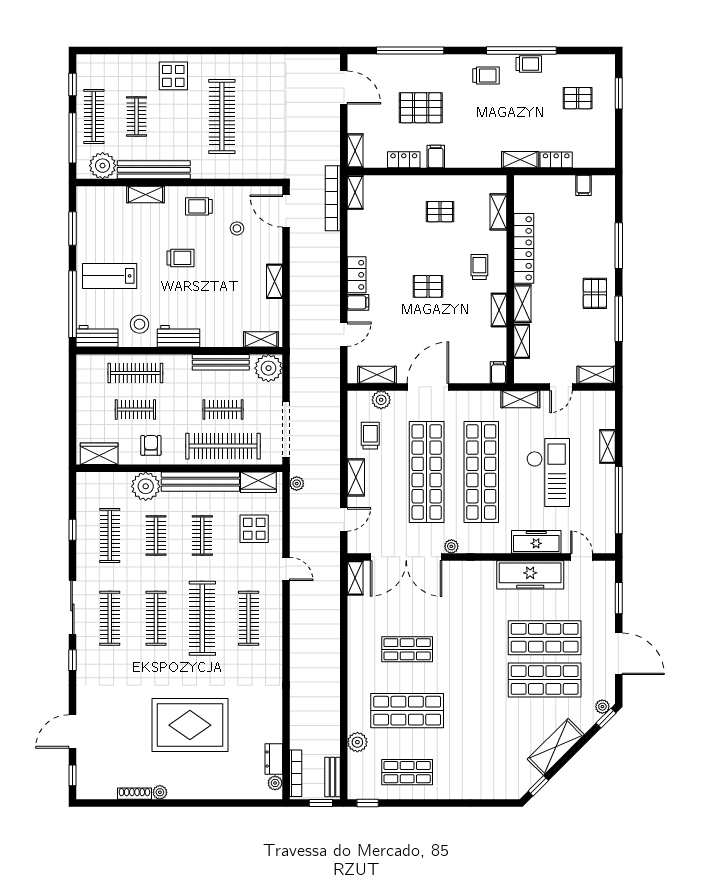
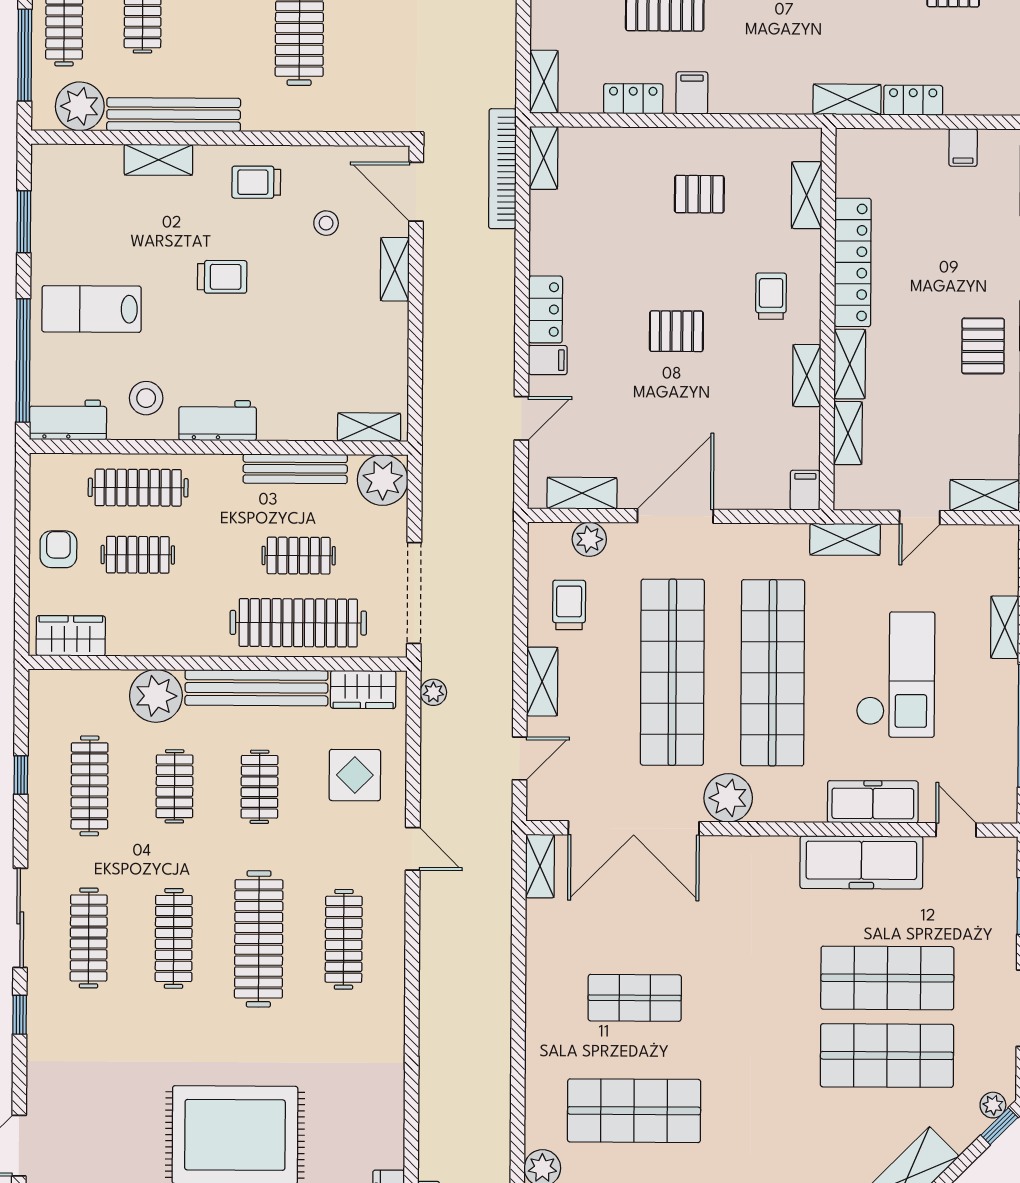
shelving: (275, 281) -> (395, 269), moved
armchair: (151, 445) -> (58, 549), moved
plant: (451, 546) -> (728, 798), width x1.87, depth x1.87

